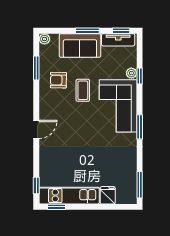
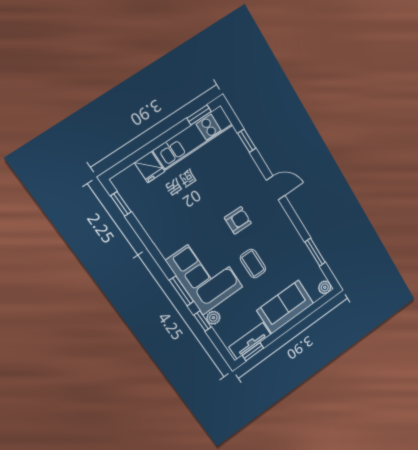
window: (87, 31) -> (287, 327), removed
armchair: (58, 80) -> (238, 220), moved
window: (140, 127) -> (182, 291), moved
door: (36, 129) -> (276, 188), swing flipped
window: (36, 185) -> (247, 141), moved
window: (140, 185) -> (121, 204), width x0.67

